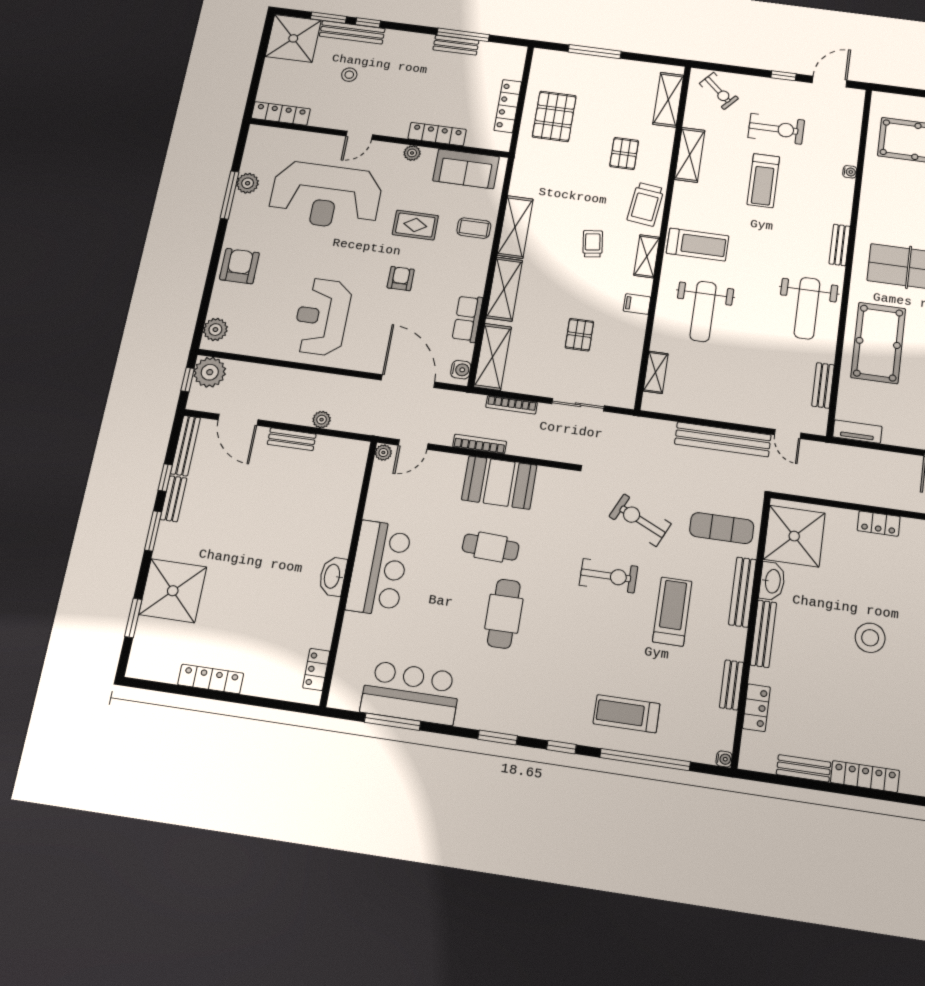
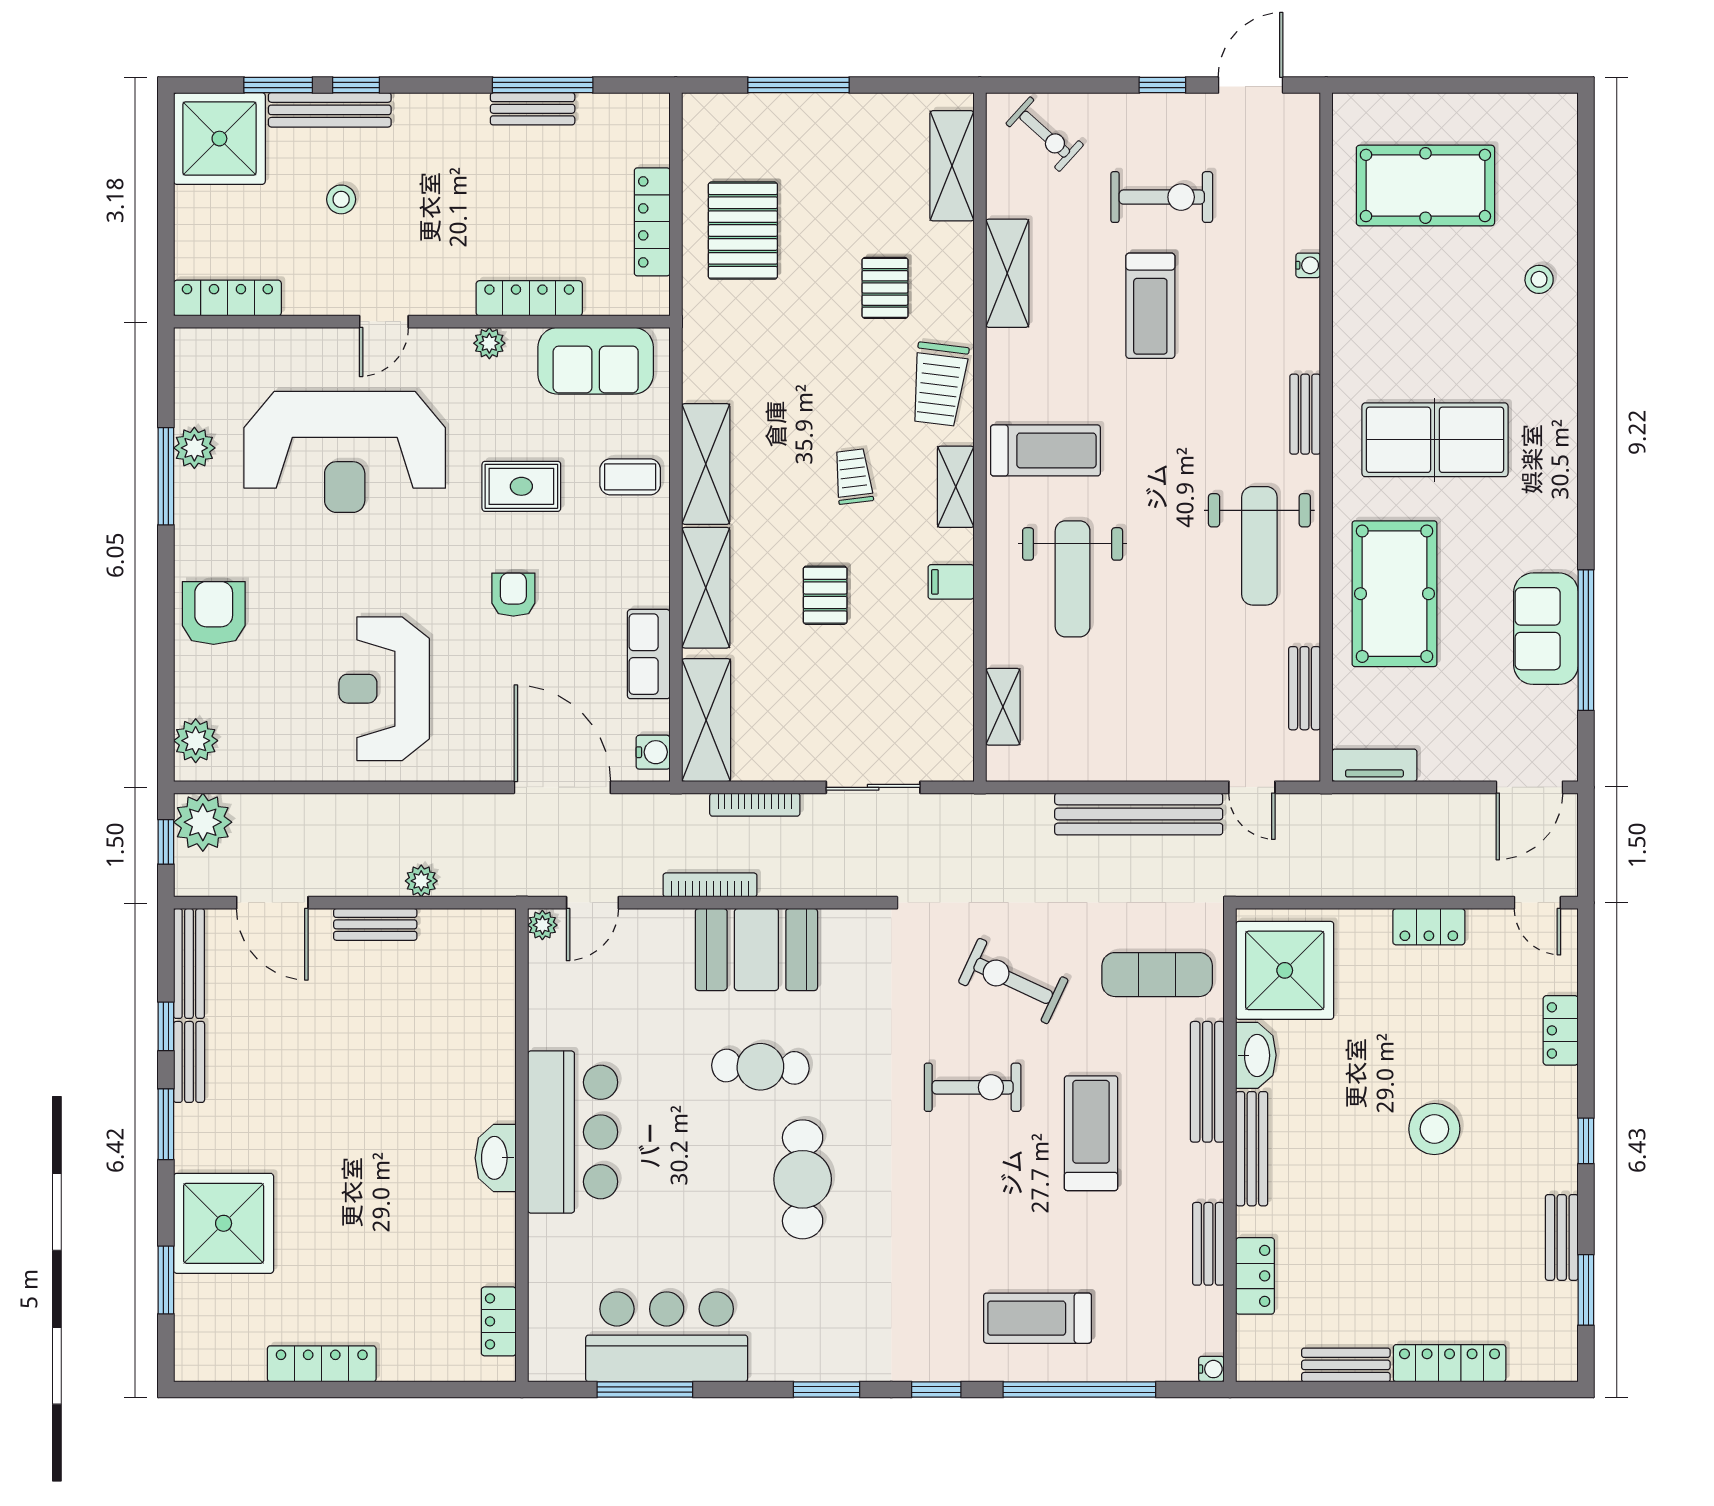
pallet: (579, 335) -> (825, 595), moved

